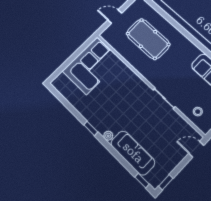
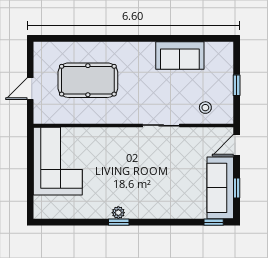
plant: (108, 136) -> (118, 213), moved
sofa: (133, 153) -> (220, 188), moved, turned -90
window: (166, 182) -> (237, 188), moved

